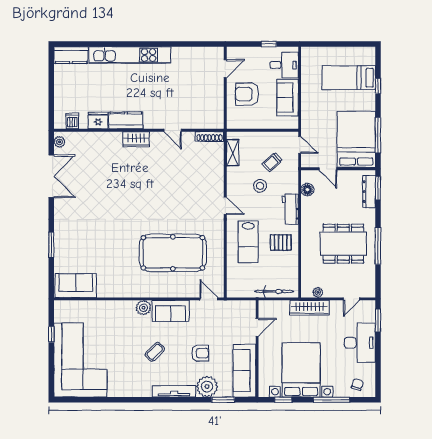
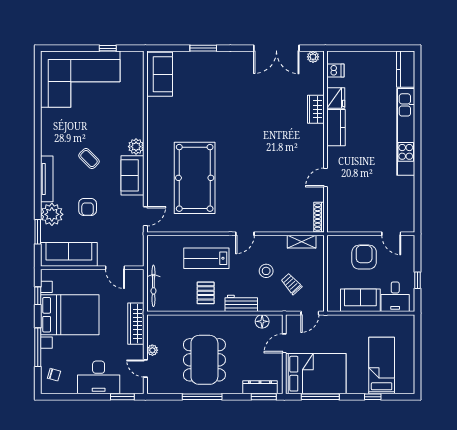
wardrobe: (136, 139) -> (316, 109), moved
plant: (318, 292) -> (152, 350), moved

